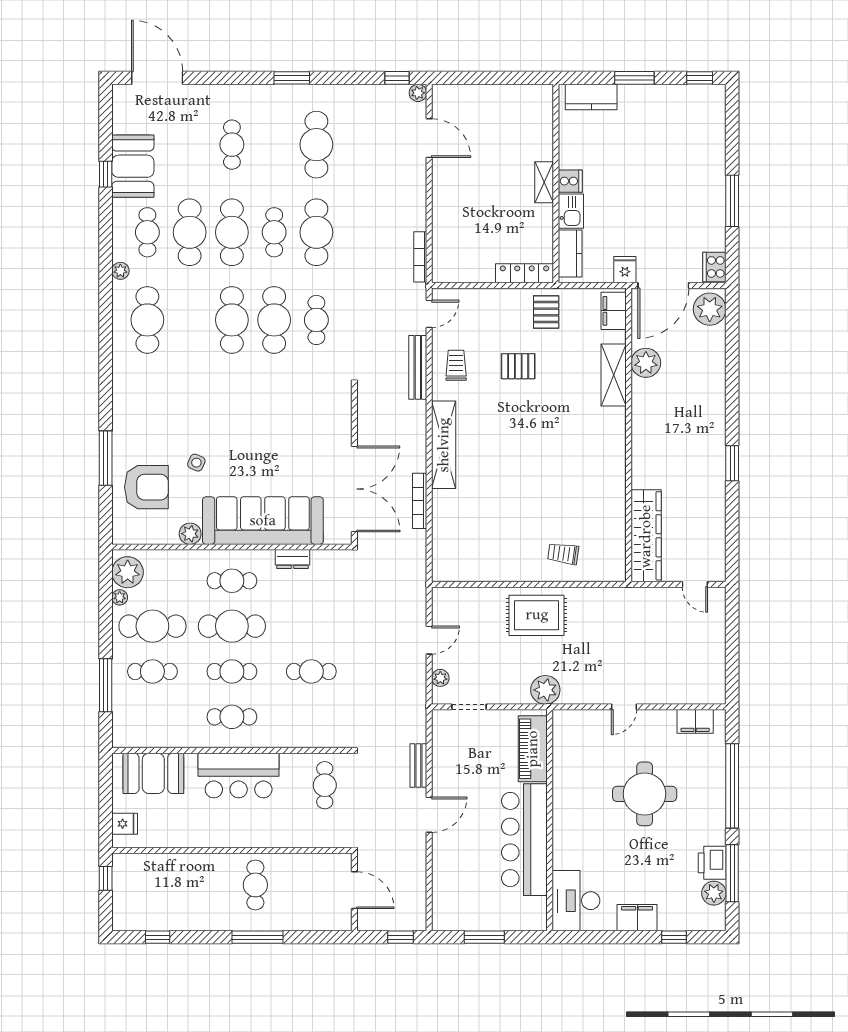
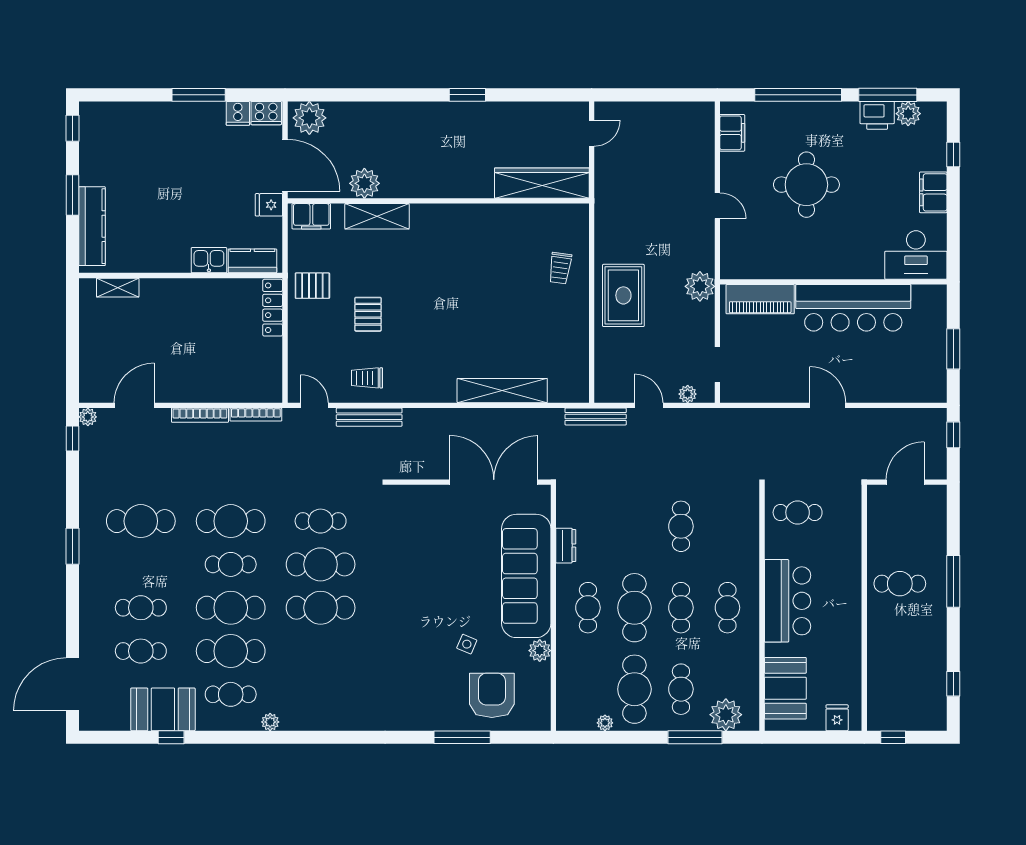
kitchen counter: (591, 97) -> (92, 226), width x1.50
cooker: (570, 181) -> (238, 113), moved, turned 180
shelving: (544, 182) -> (118, 288), moved
cafe table: (147, 320) -> (141, 651), moved, width x0.73, depth x0.74
shelving: (444, 445) -> (502, 391), moved
bookcase: (420, 501) -> (200, 415), moved
plant: (128, 572) -> (726, 715), moved
bench: (418, 766) -> (596, 417), moved, width x1.36

